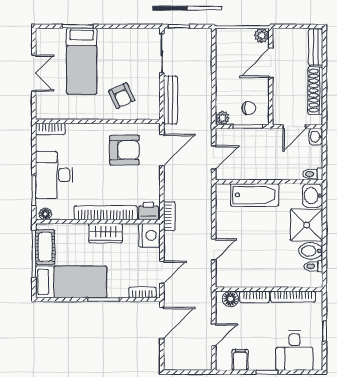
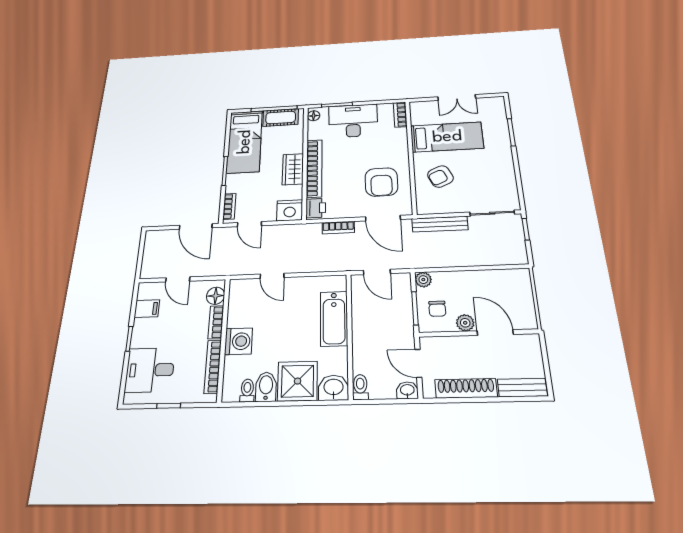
plant: (262, 35) -> (465, 323), moved
bed: (82, 61) -> (447, 137), moved, turned 180
bookcase: (169, 216) -> (338, 228), moved
washing machine: (272, 276) -> (238, 341), added

